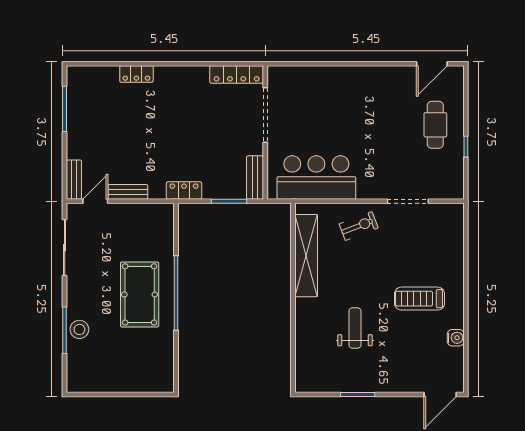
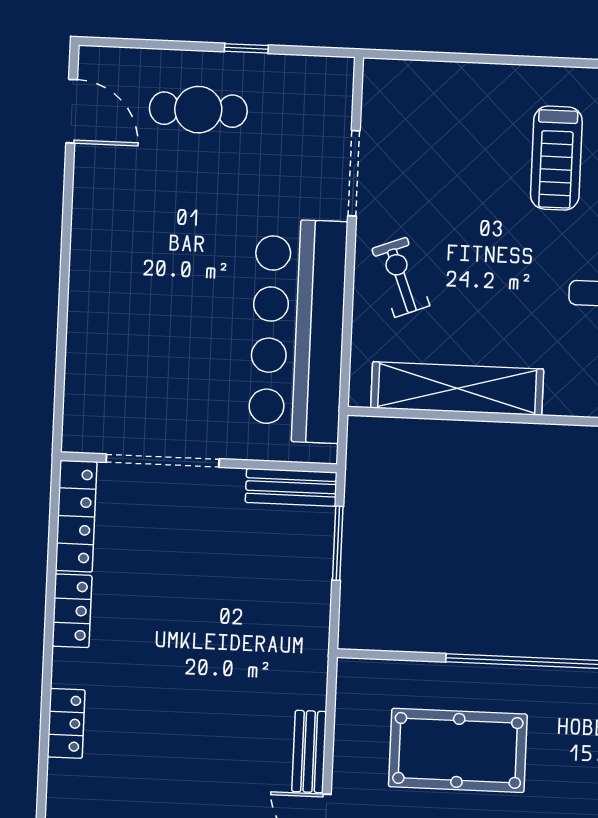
bar counter: (316, 177) -> (298, 331), width x1.36
locker: (184, 190) -> (72, 611), moved, turned 180
pool table: (140, 294) -> (458, 750), moved

